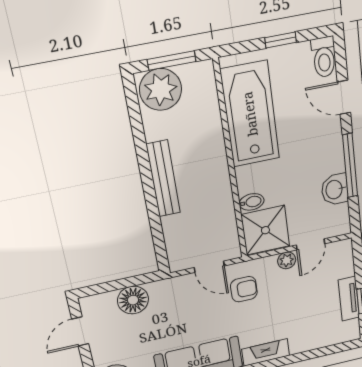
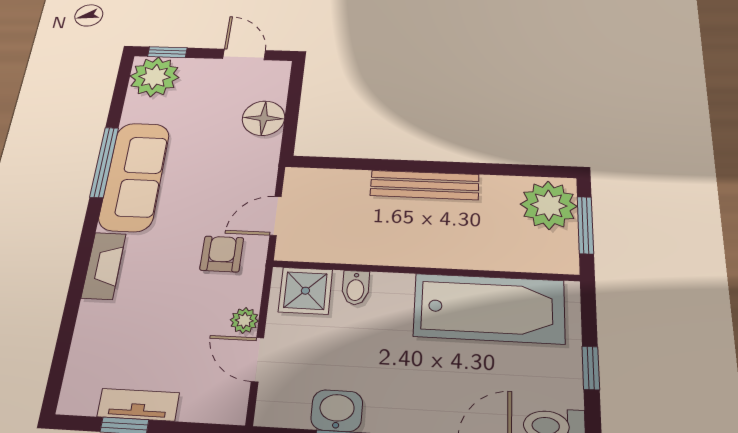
shower: (265, 230) -> (305, 291), width x0.73, depth x0.73
armchair: (244, 289) -> (222, 254), turned 180

